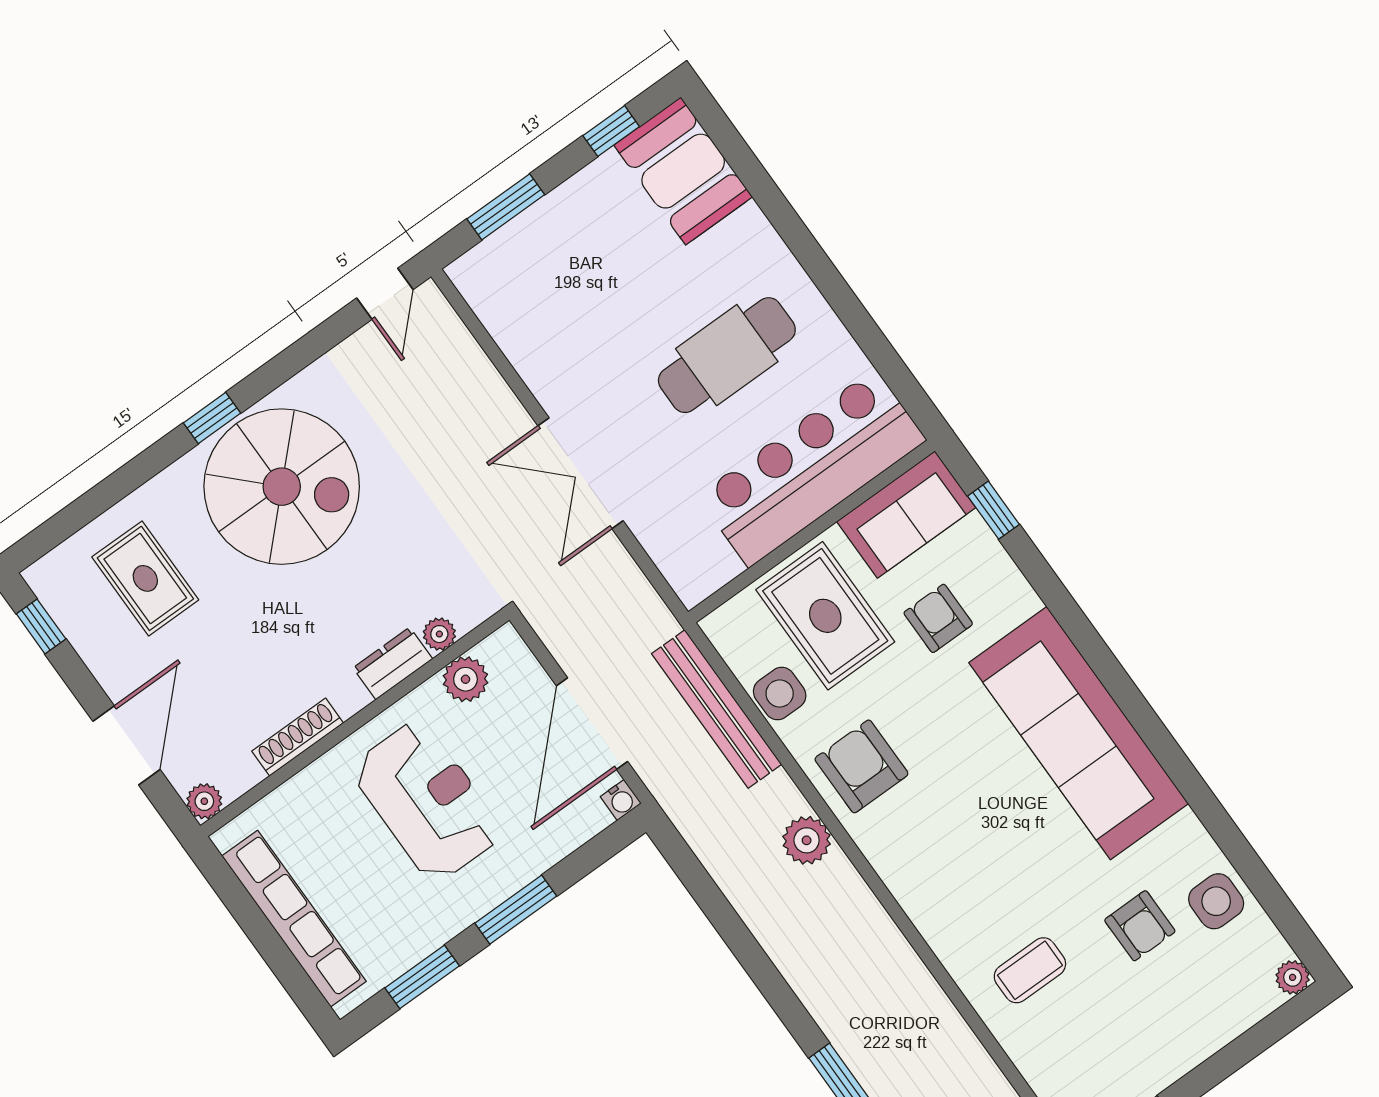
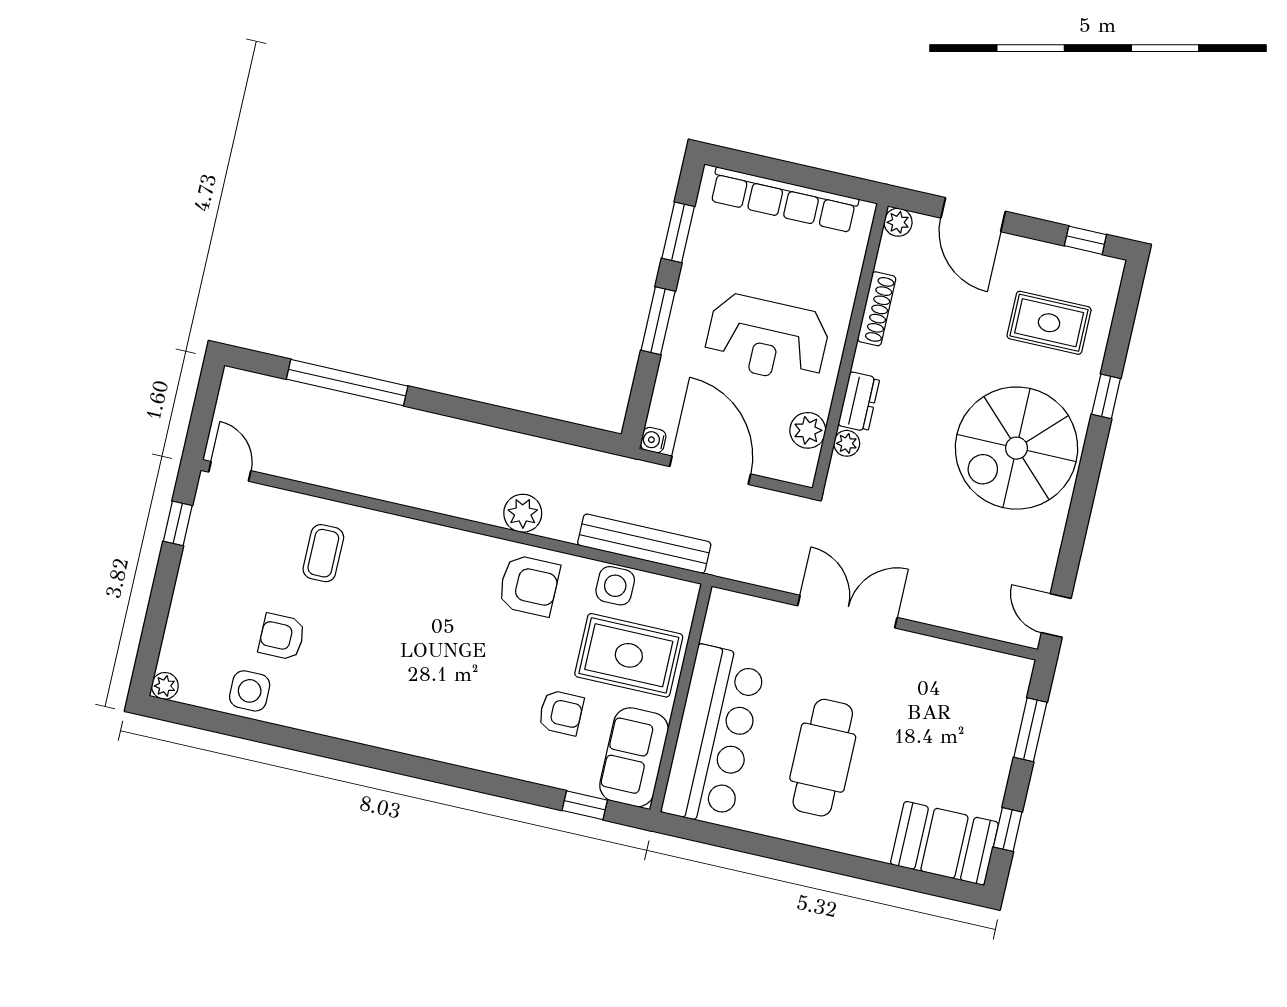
window: (212, 418) -> (1106, 396), moved
sofa: (1079, 733) -> (418, 718), removed

